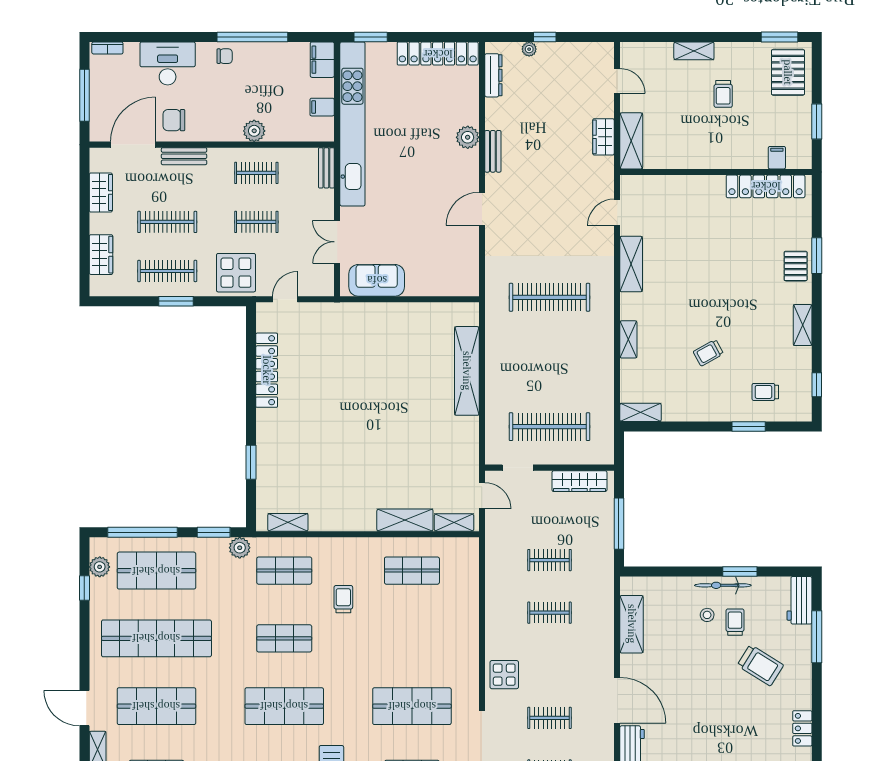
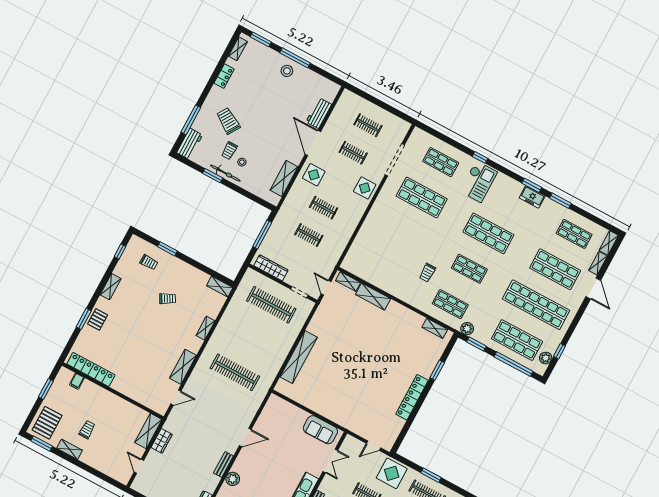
shelving: (694, 51) -> (70, 449), moved
locker: (267, 370) -> (412, 397), moved
shop shelf: (412, 571) -> (384, 268), removed
display table: (590, 654) -> (314, 175), added

